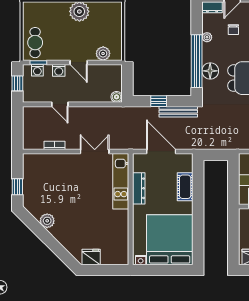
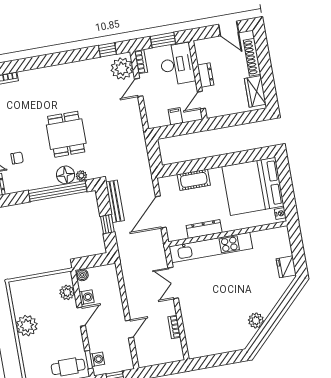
plant: (207, 37) -> (81, 176), moved
washing machine: (59, 70) -> (87, 297), moved
boiler: (117, 97) -> (82, 275), moved
kitchen unit: (121, 181) -> (211, 248), width x1.36
window: (17, 187) -> (225, 359), removed

